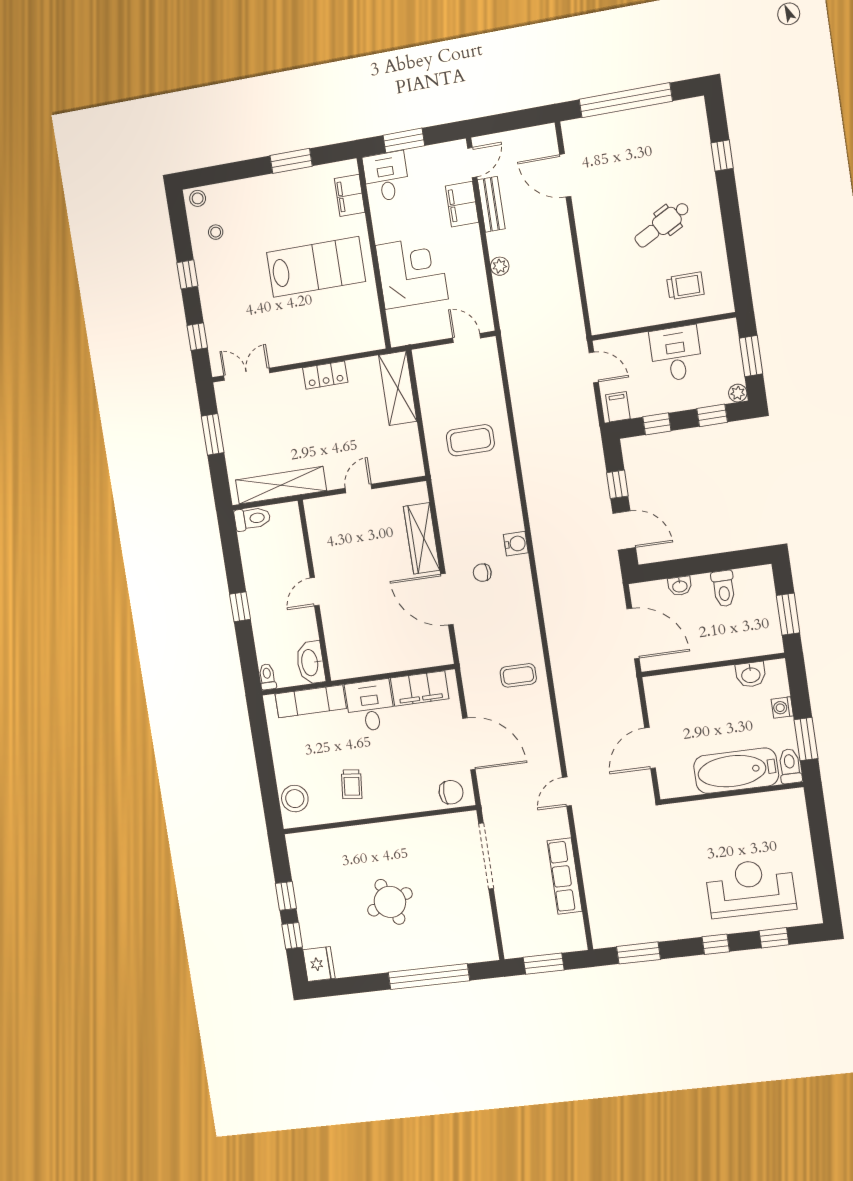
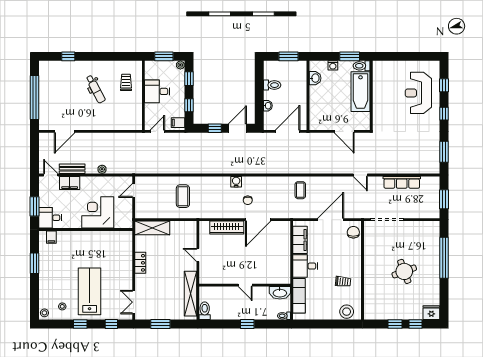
filing cabinet: (350, 195) -> (51, 237), width x0.50
lab bench: (316, 267) -> (90, 291), moved

